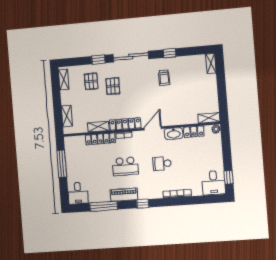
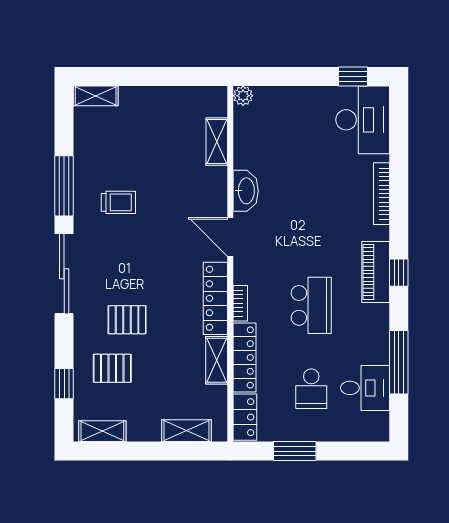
window: (170, 53) -> (64, 186), width x2.17
window: (98, 60) -> (64, 384), moved
shelving: (209, 118) -> (217, 142), moved
locker: (194, 132) -> (245, 417), moved
window: (62, 164) -> (295, 451), width x0.69
school desk: (162, 164) -> (311, 389), moved
desk: (214, 183) -> (363, 120), width x1.37
desk: (78, 193) -> (365, 388), moved
piano: (124, 195) -> (376, 272), moved

